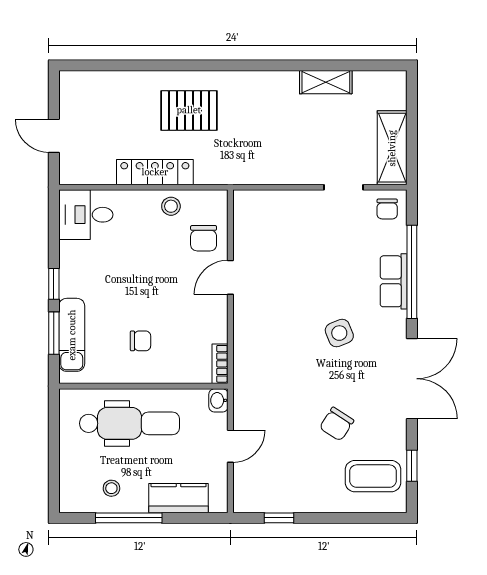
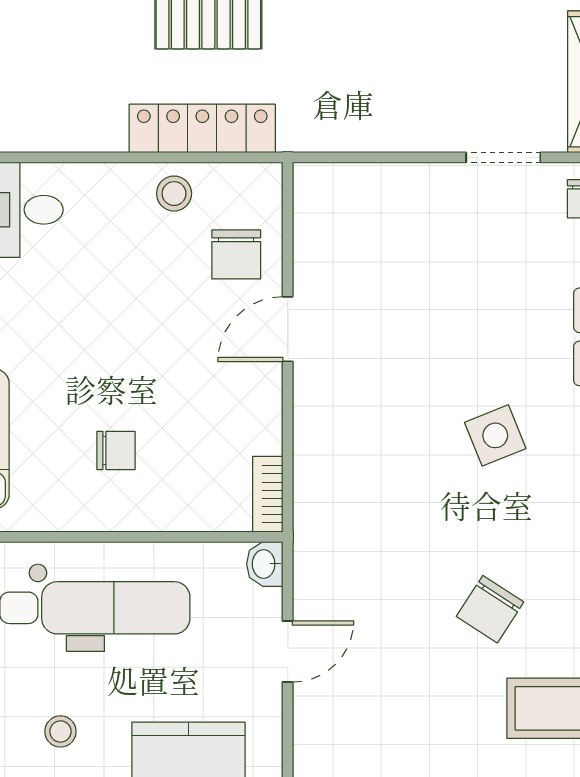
locker: (155, 172) -> (202, 128), moved

